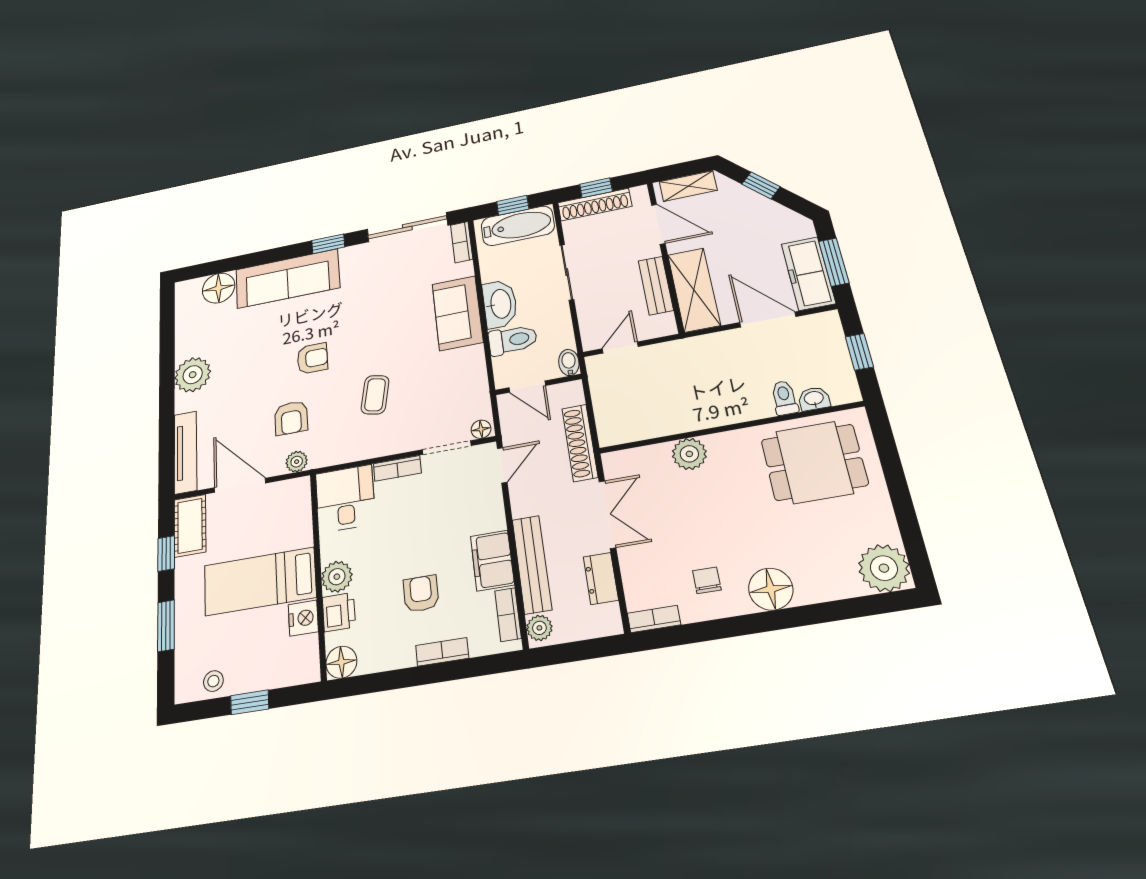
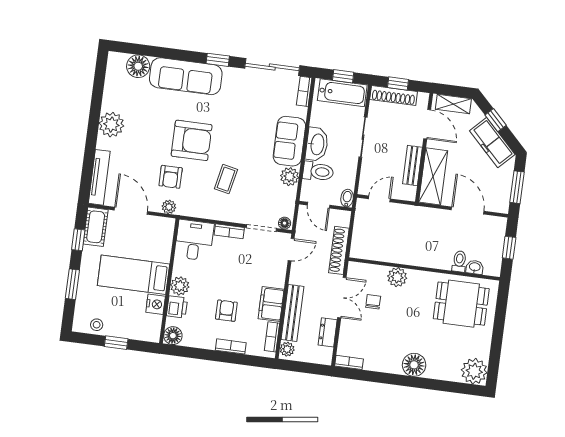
freezer: (808, 273) -> (492, 143), moved, turned -45
armchair: (312, 358) -> (192, 140), width x1.88, depth x1.88
plant: (471, 361) -> (290, 177), added
chair: (707, 580) -> (373, 302), moved

